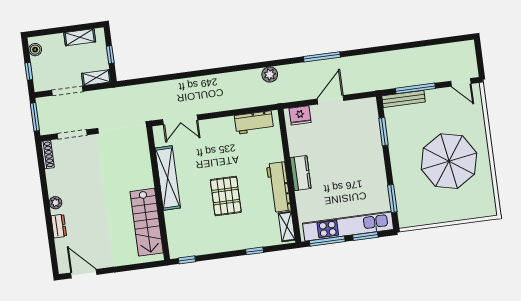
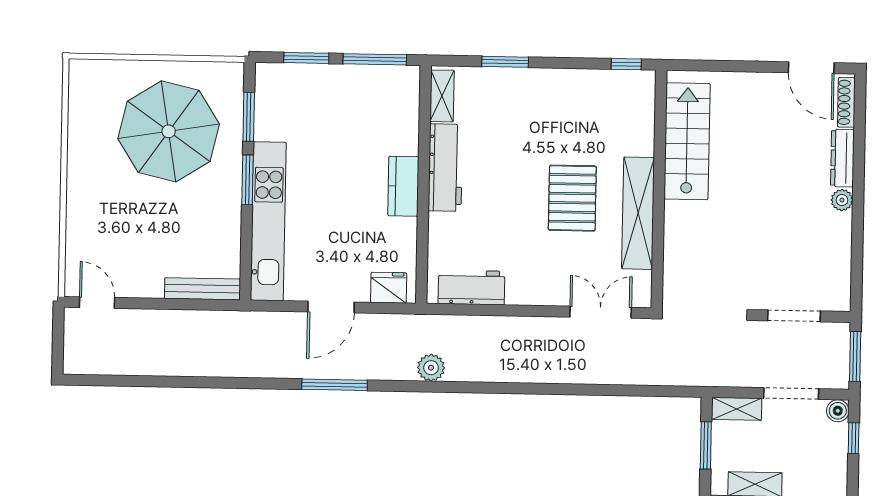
boiler: (35, 50) -> (838, 411), moved
window: (110, 55) -> (706, 445), width x1.50
window: (415, 88) -> (179, 304), removed
window: (384, 132) -> (247, 180), moved
shoe rack: (48, 155) -> (846, 102), moved
parasol: (449, 161) -> (169, 131), moved
pallet: (226, 196) -> (572, 198), moved
dresser: (59, 226) -> (842, 158), width x1.44
kitchen unit: (348, 226) -> (268, 221), moved, turned -90
window: (255, 251) -> (505, 62), width x1.50

